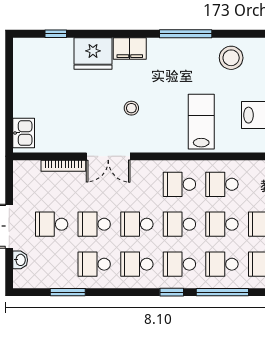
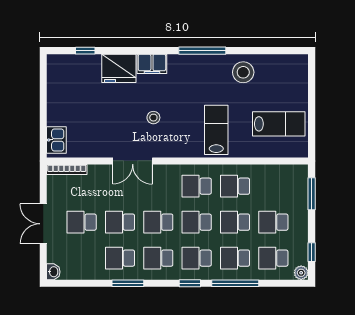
bookcase: (63, 166) -> (67, 170), moved
washbasin: (20, 260) -> (53, 272), moved
window: (68, 292) -> (128, 283), moved

